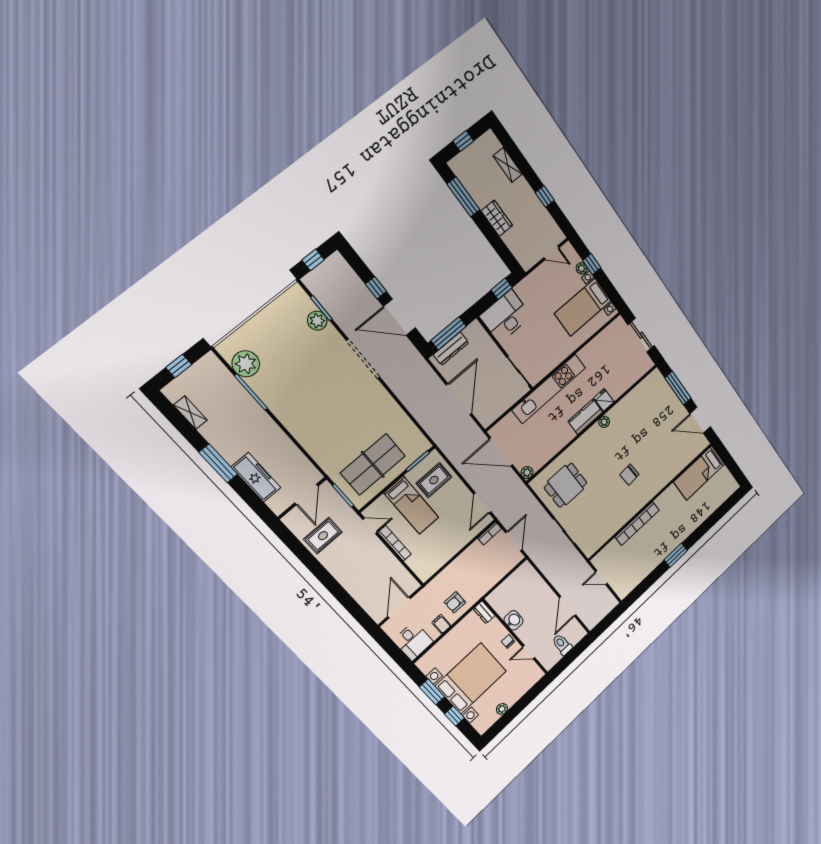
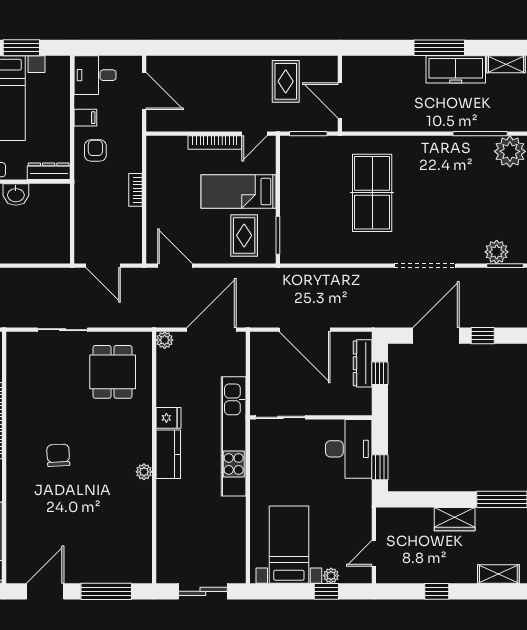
window: (449, 333) -> (380, 373), width x0.46
fridge: (604, 400) -> (168, 418), moved
table tennis table: (373, 464) -> (372, 193), moved
freezer: (256, 477) -> (456, 69), moved
bookcase: (490, 533) -> (135, 190), moved
dresser: (484, 612) -> (49, 171), width x1.44

